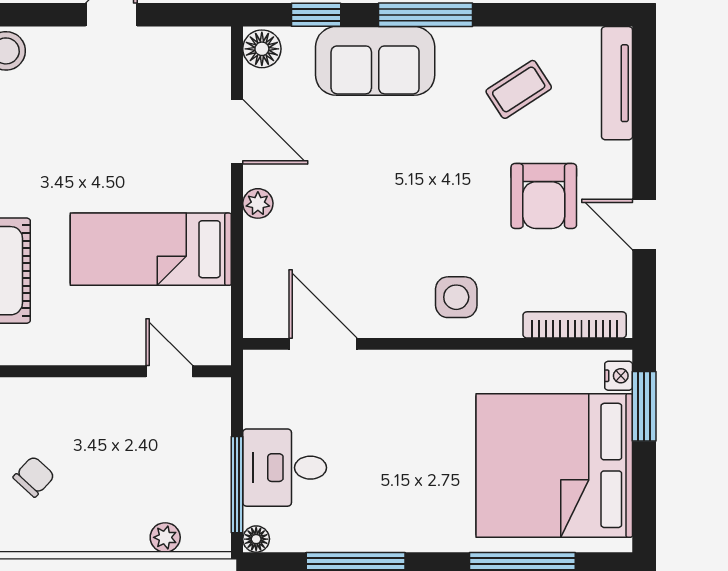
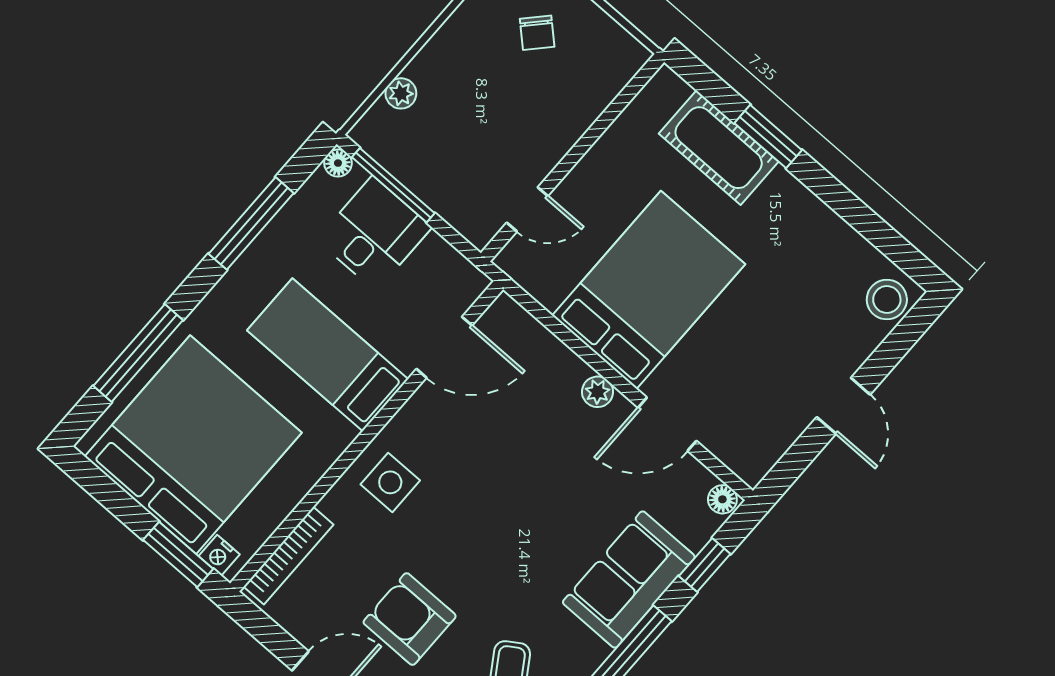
floor lamp: (262, 49) -> (722, 499), width x0.73, depth x0.73
bed: (151, 249) -> (649, 290), width x1.50
bed: (403, 424) -> (328, 355), added

